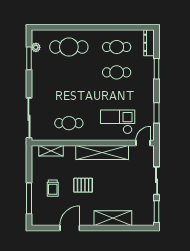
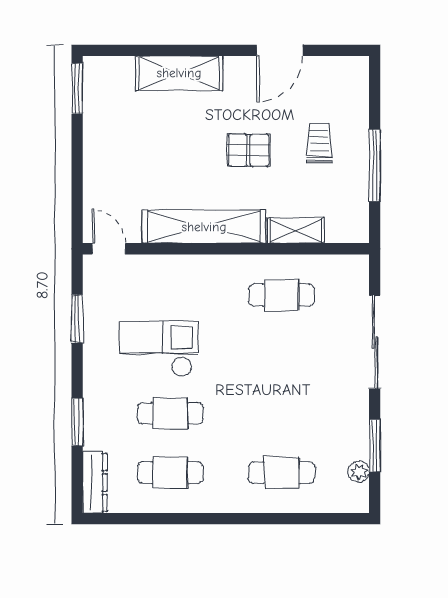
cafe table: (69, 47) -> (282, 473), width x0.73, depth x0.74
sliding door: (29, 118) -> (375, 342), moved
checkout: (118, 122) -> (159, 349), moved, turned 180
door: (143, 143) -> (109, 249), swing flipped
shelving: (51, 151) -> (296, 230), moved
sliding door: (157, 181) -> (77, 160), removed
window: (29, 198) -> (375, 166), moved

